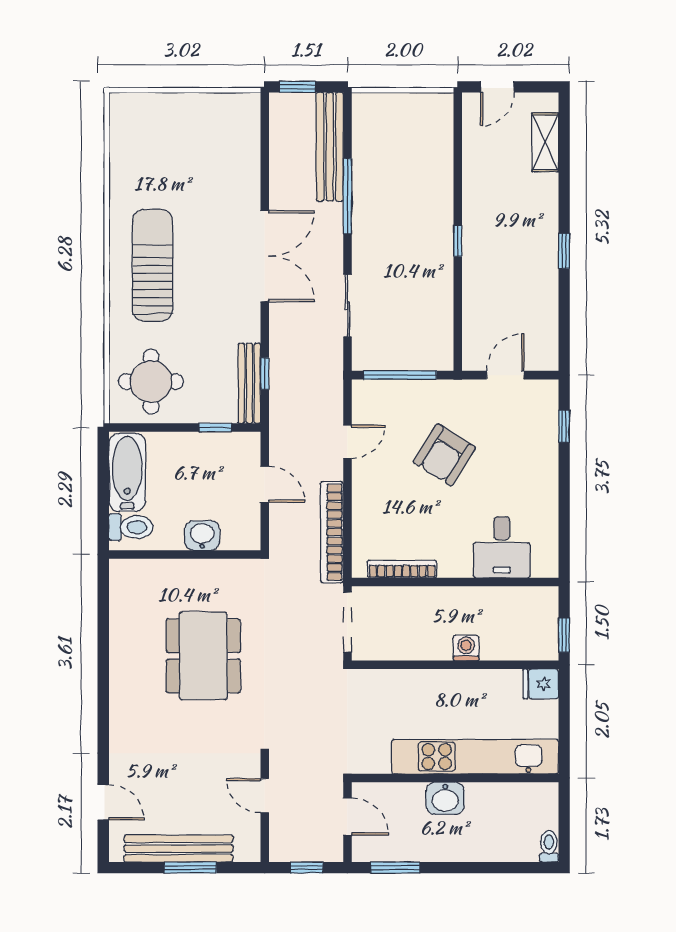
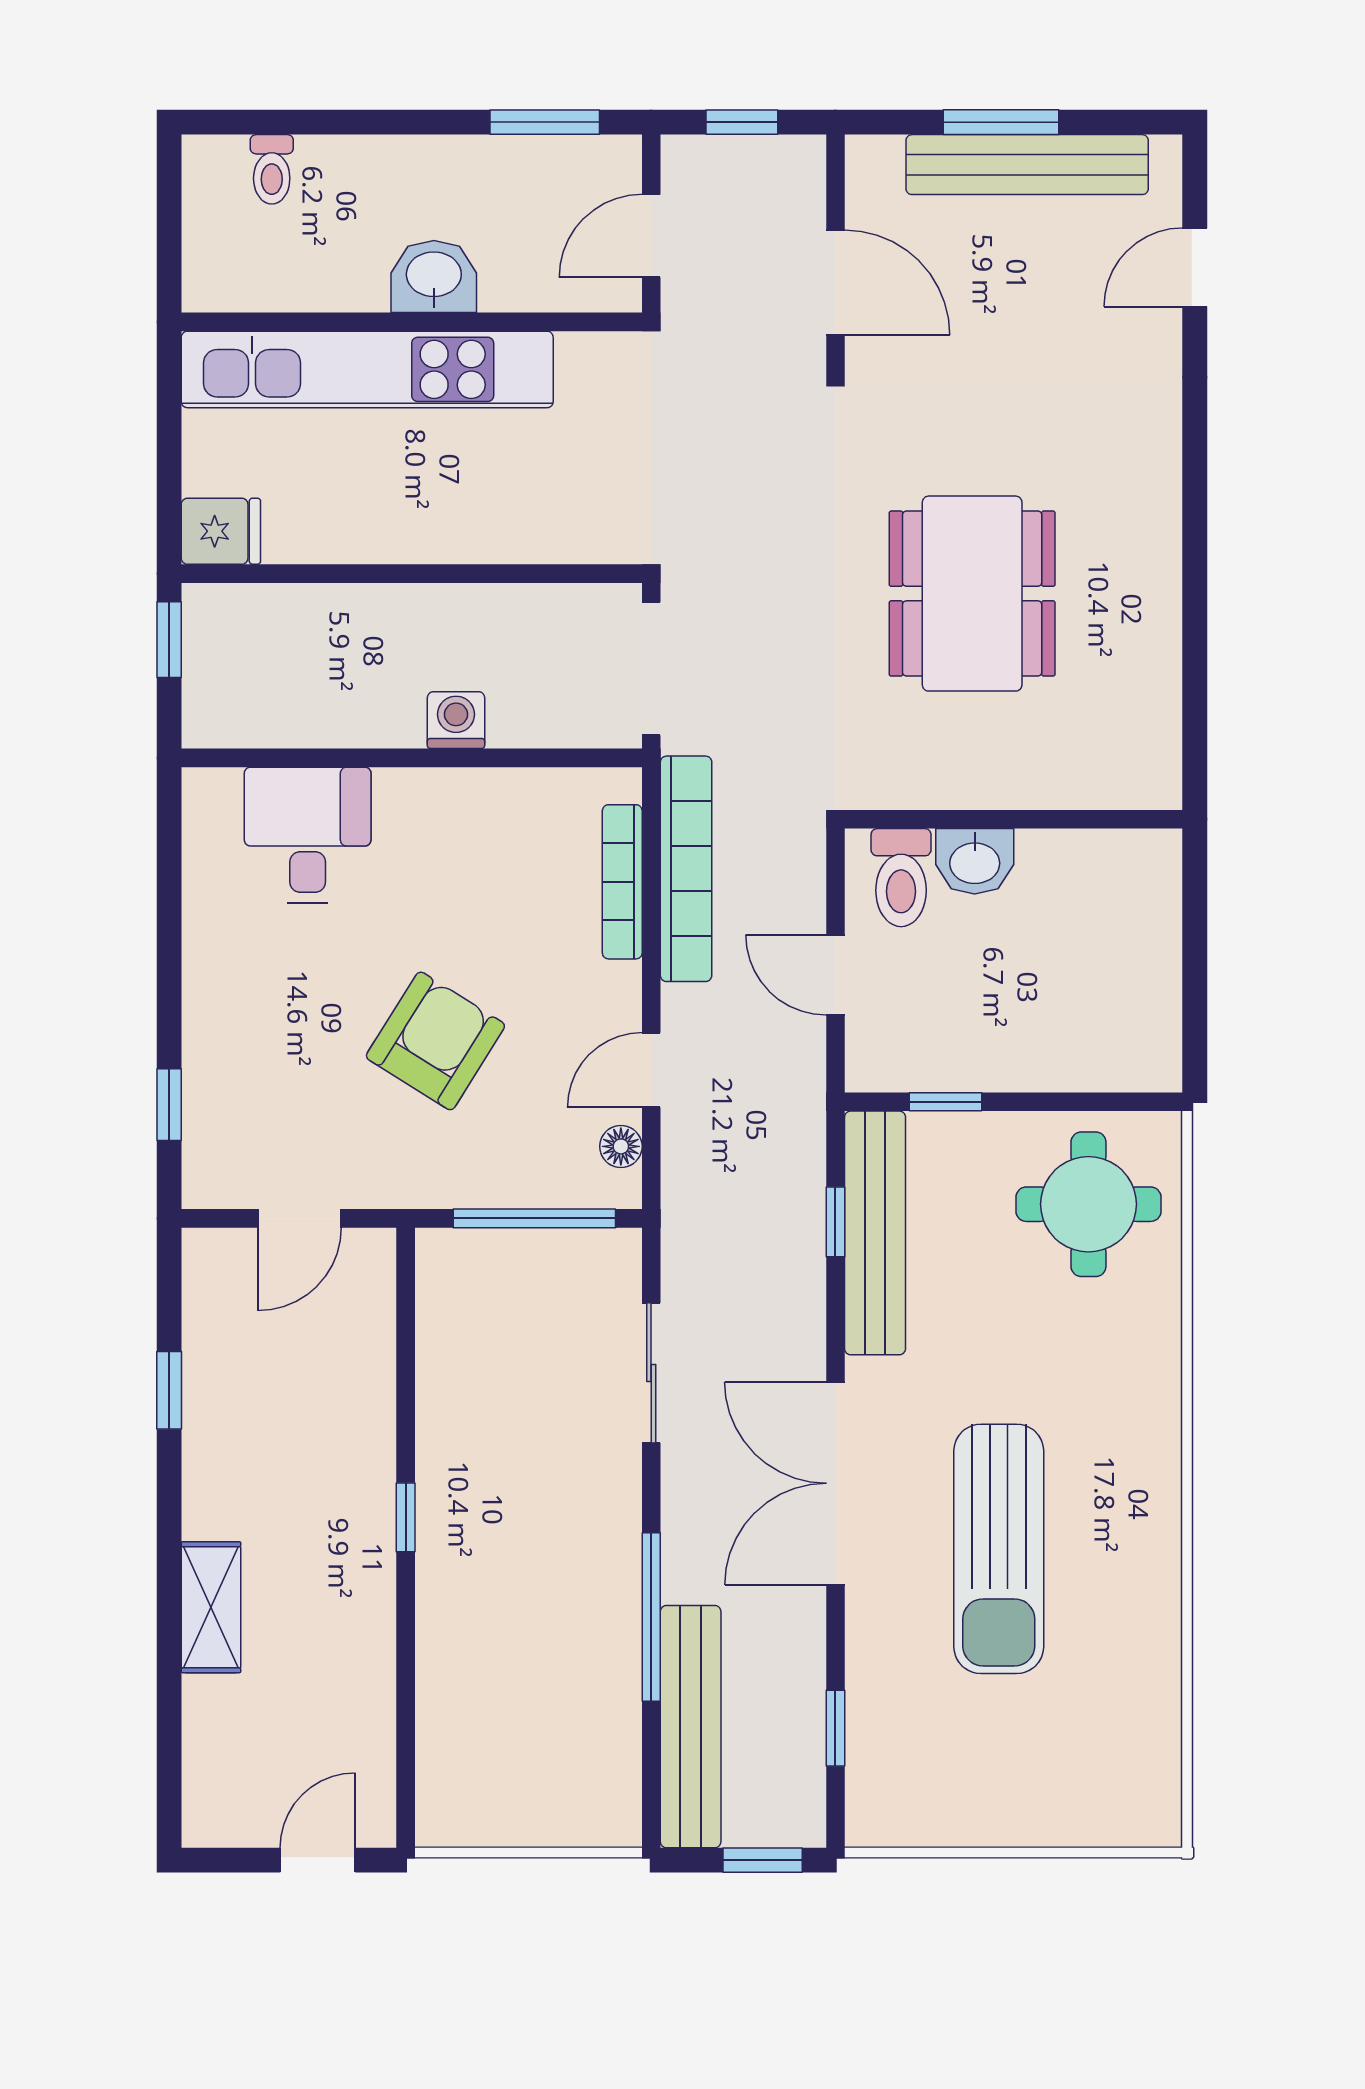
shelving: (545, 142) -> (211, 1607), moved
window: (265, 146) -> (835, 1728), added
window: (564, 251) -> (169, 1390), moved
sun lounger: (152, 265) -> (999, 1549), moved
bench: (249, 383) -> (875, 1233), width x1.37, depth x1.21
floor lamp: (361, 407) -> (621, 1146), added
bathtub: (127, 472) -> (1141, 1002), removed
toilet: (131, 527) -> (901, 878), moved, turned -90
bookcase: (402, 569) -> (622, 882), moved, turned 90
washing machine: (466, 648) -> (456, 720), moved, turned 180
door: (265, 796) -> (835, 282), width x1.38
door: (103, 802) -> (1195, 267), hinge flipped
door: (347, 817) -> (651, 236), hinge flipped
toilet: (549, 846) -> (272, 169), moved

